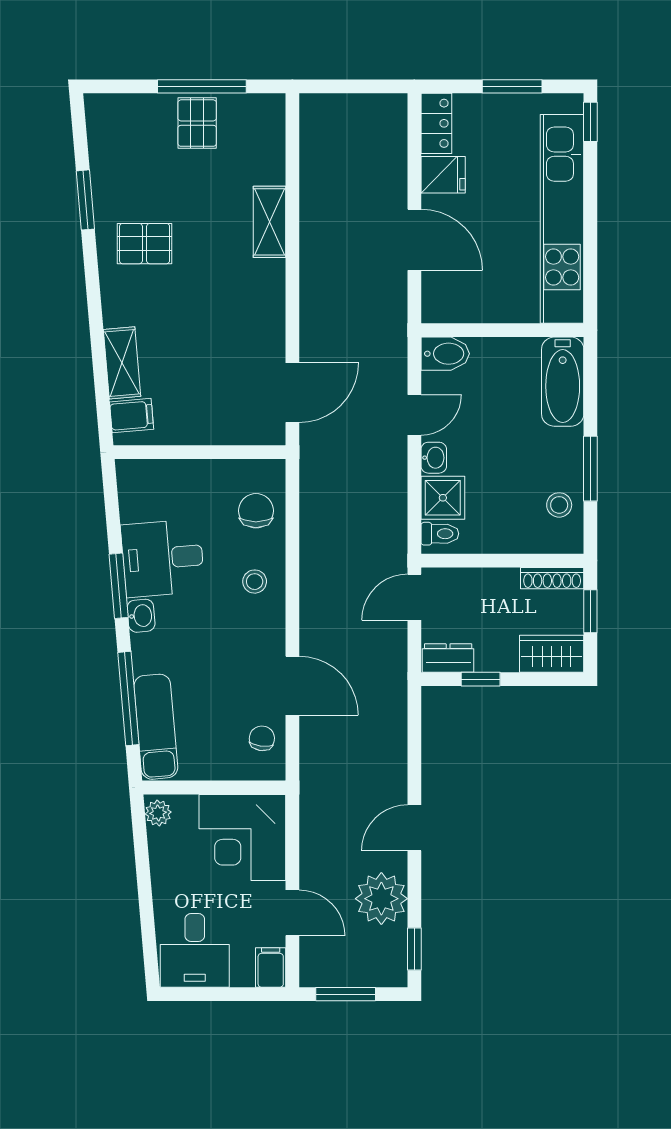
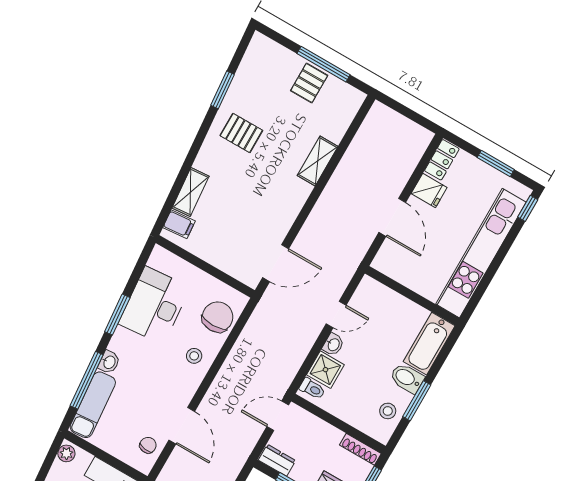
bidet: (445, 354) -> (407, 378), moved, turned 180
chair: (256, 511) -> (218, 317), width x1.37, depth x1.37
desk: (163, 558) -> (154, 305), width x1.37
washbasin: (141, 616) -> (109, 362), moved

